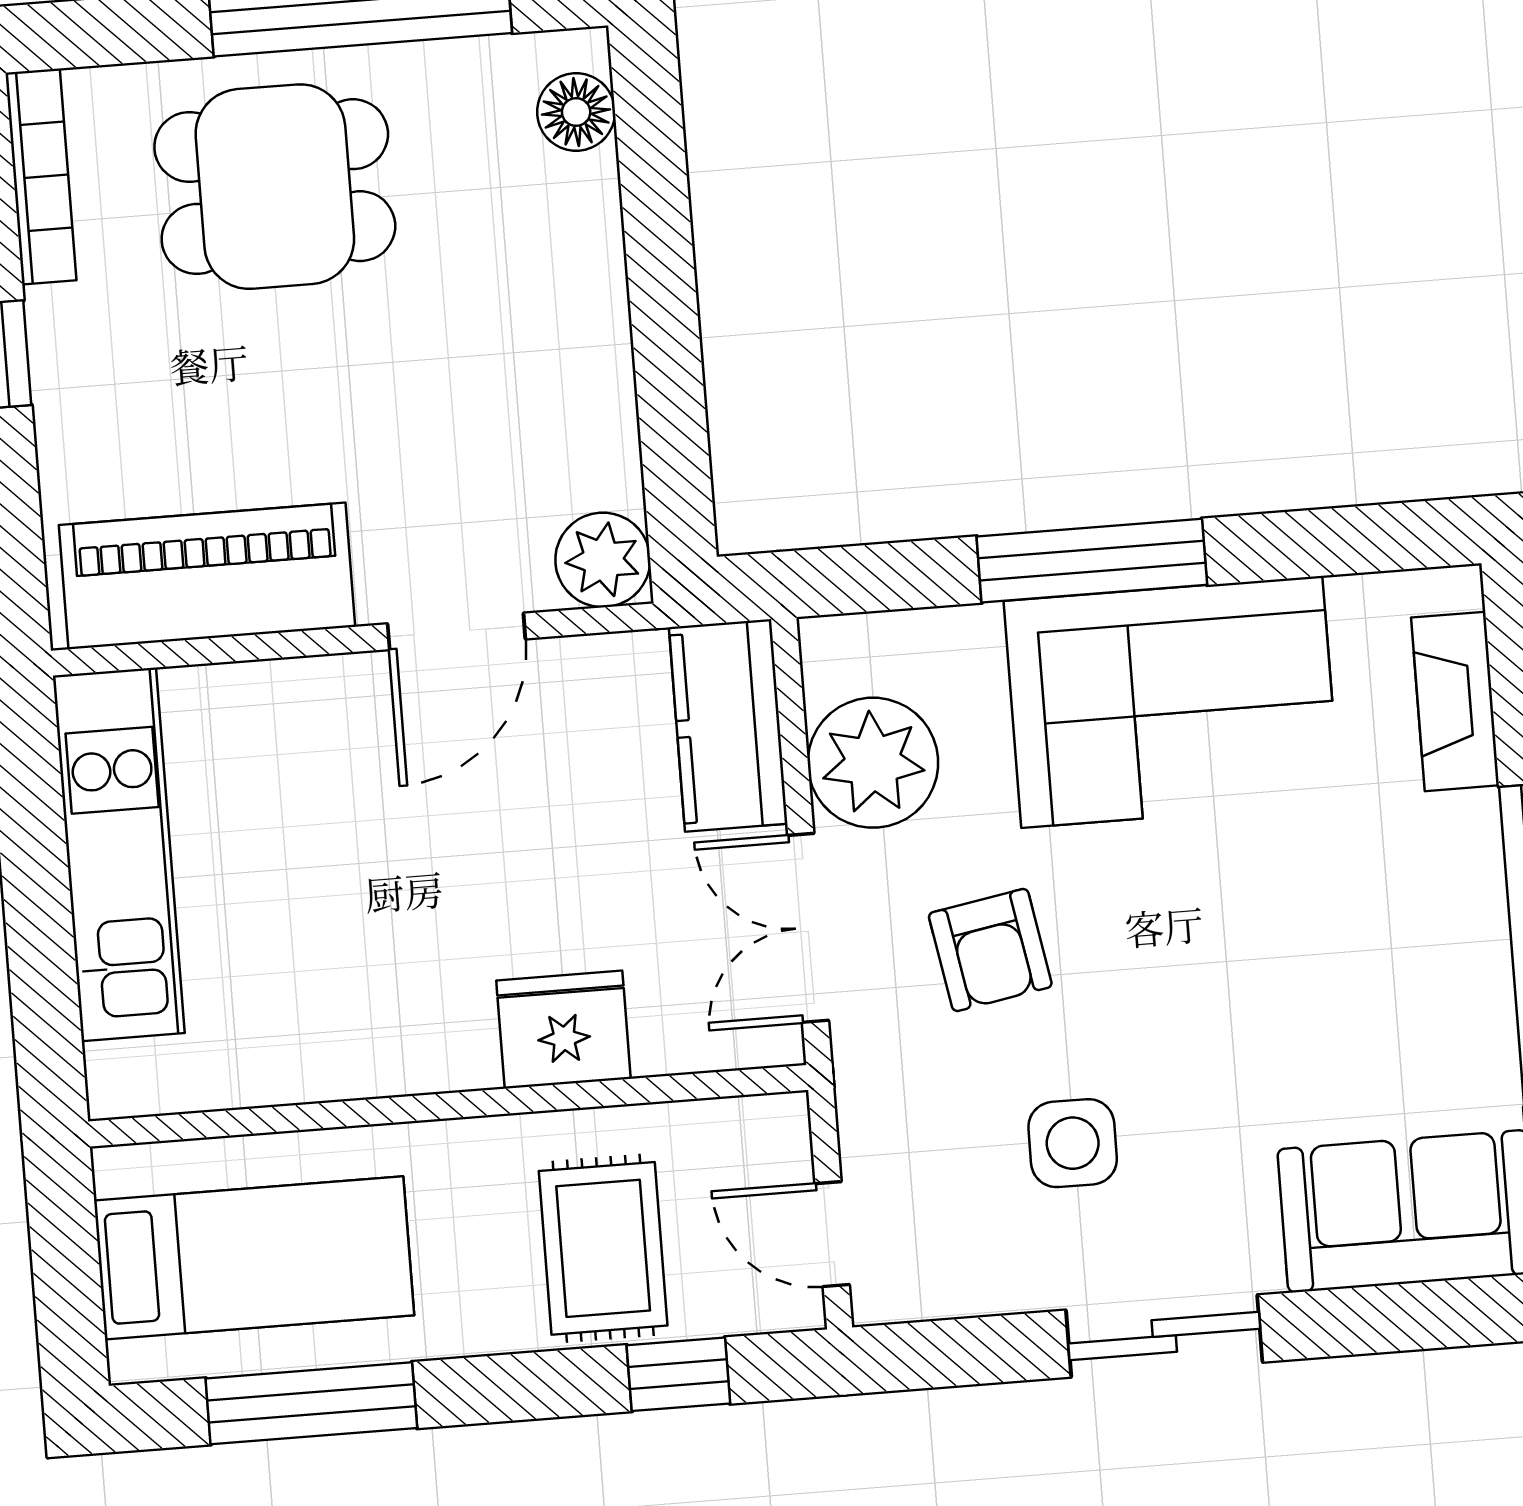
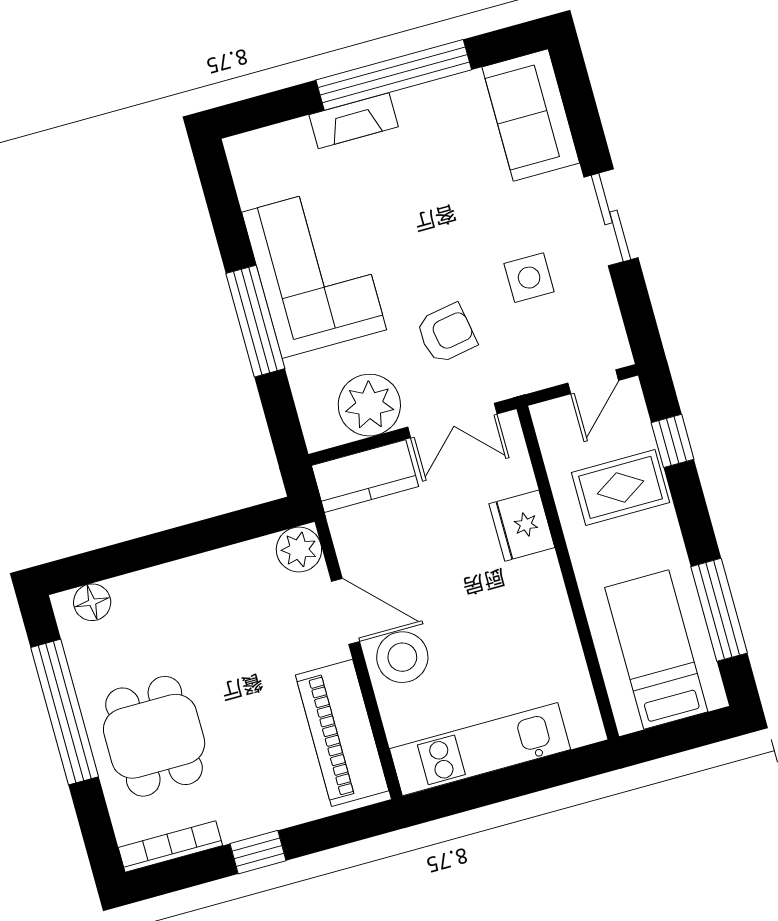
fireplace: (1455, 701) -> (354, 121), moved
stool: (340, 730) -> (402, 657), added

